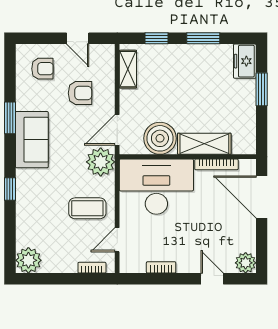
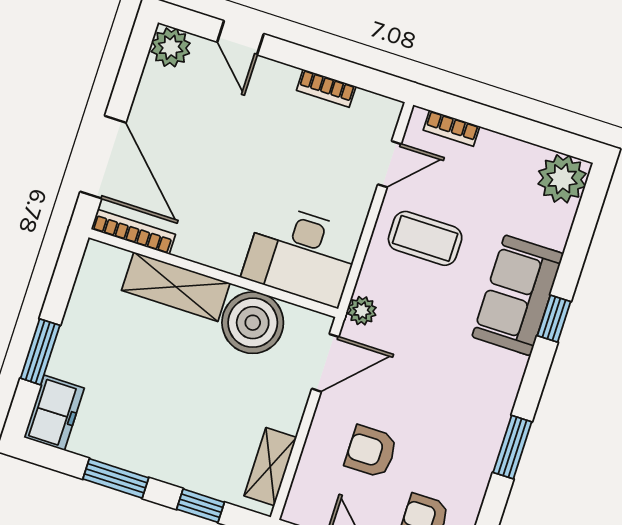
sofa: (32, 140) -> (518, 295), moved
plant: (101, 162) -> (362, 311), width x0.53, depth x0.53
bookcase: (216, 164) -> (133, 232), moved
desk: (156, 187) -> (302, 255), width x0.73, depth x0.77

